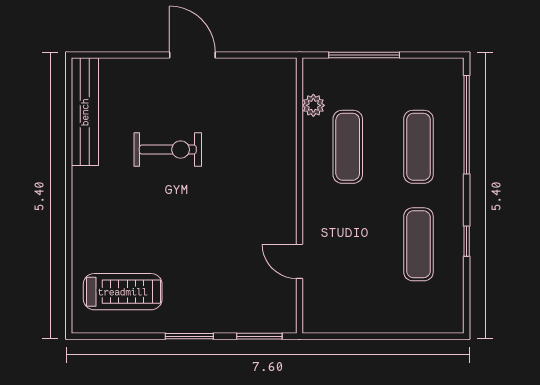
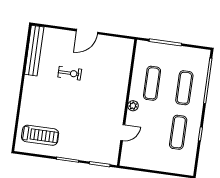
door: (192, 55) -> (87, 32), swing flipped
plant: (313, 105) -> (133, 106), moved
exercise bike: (168, 150) -> (70, 73), width x0.73, depth x0.72
door: (300, 261) -> (123, 133), swing flipped

